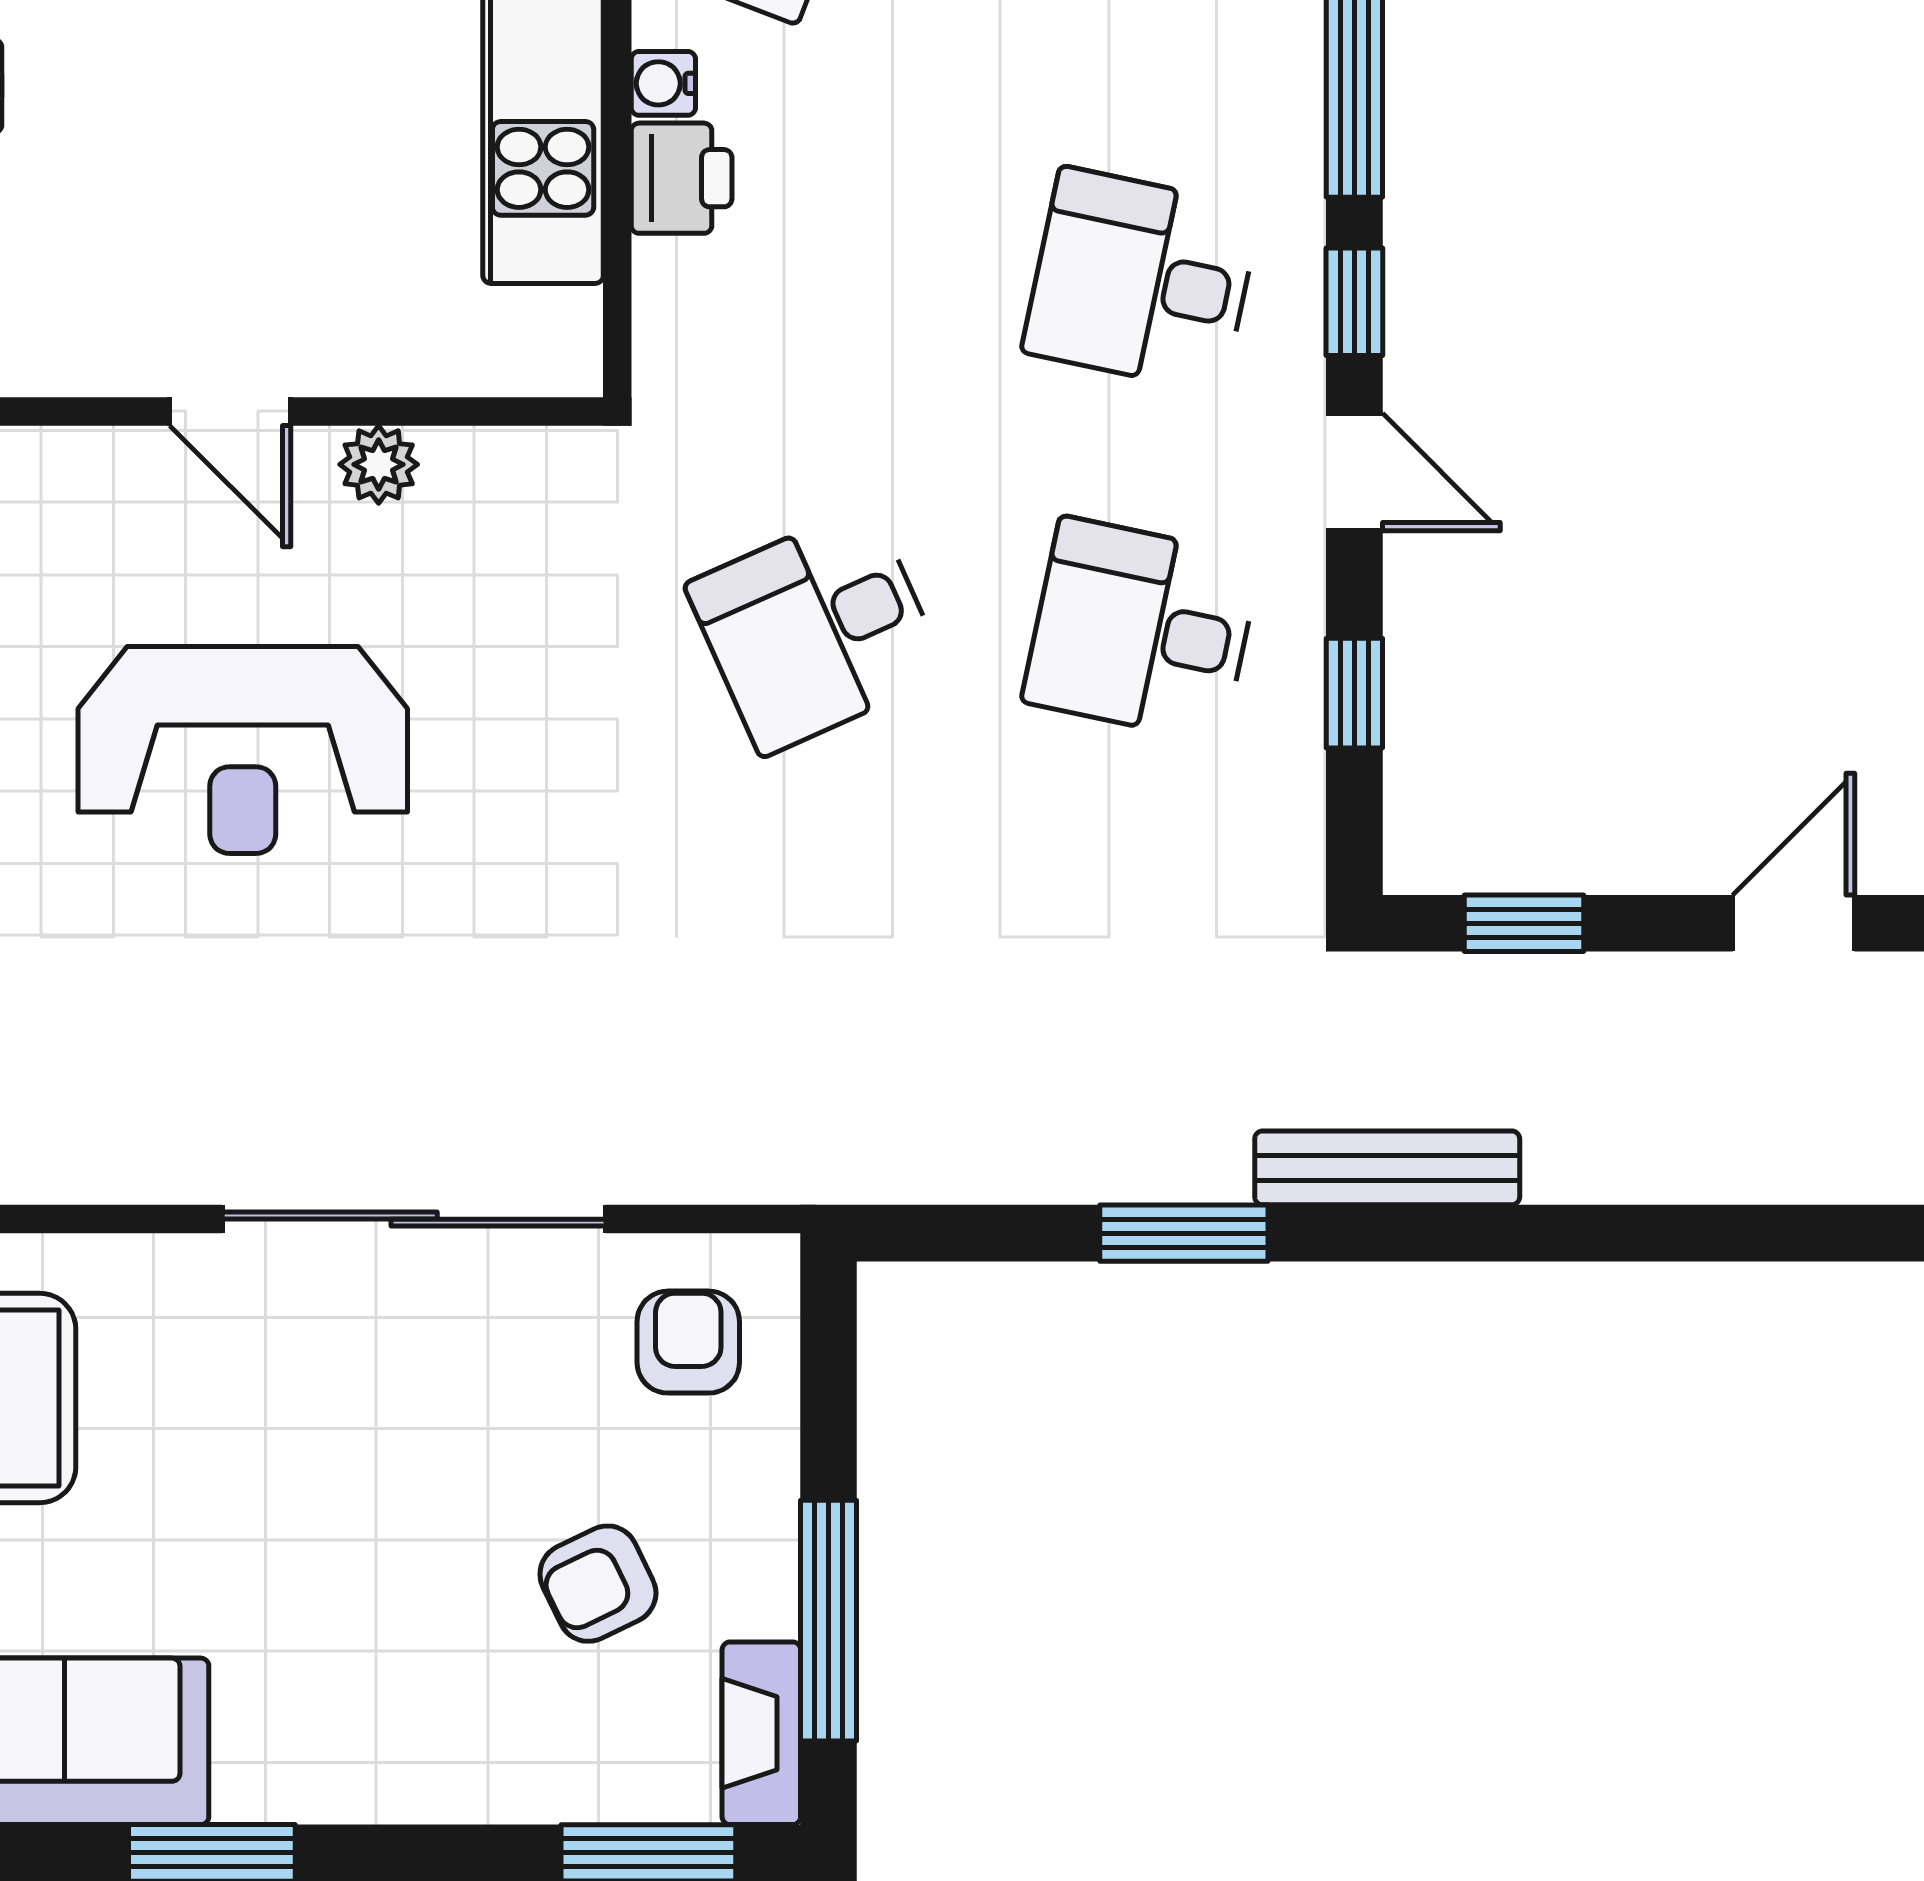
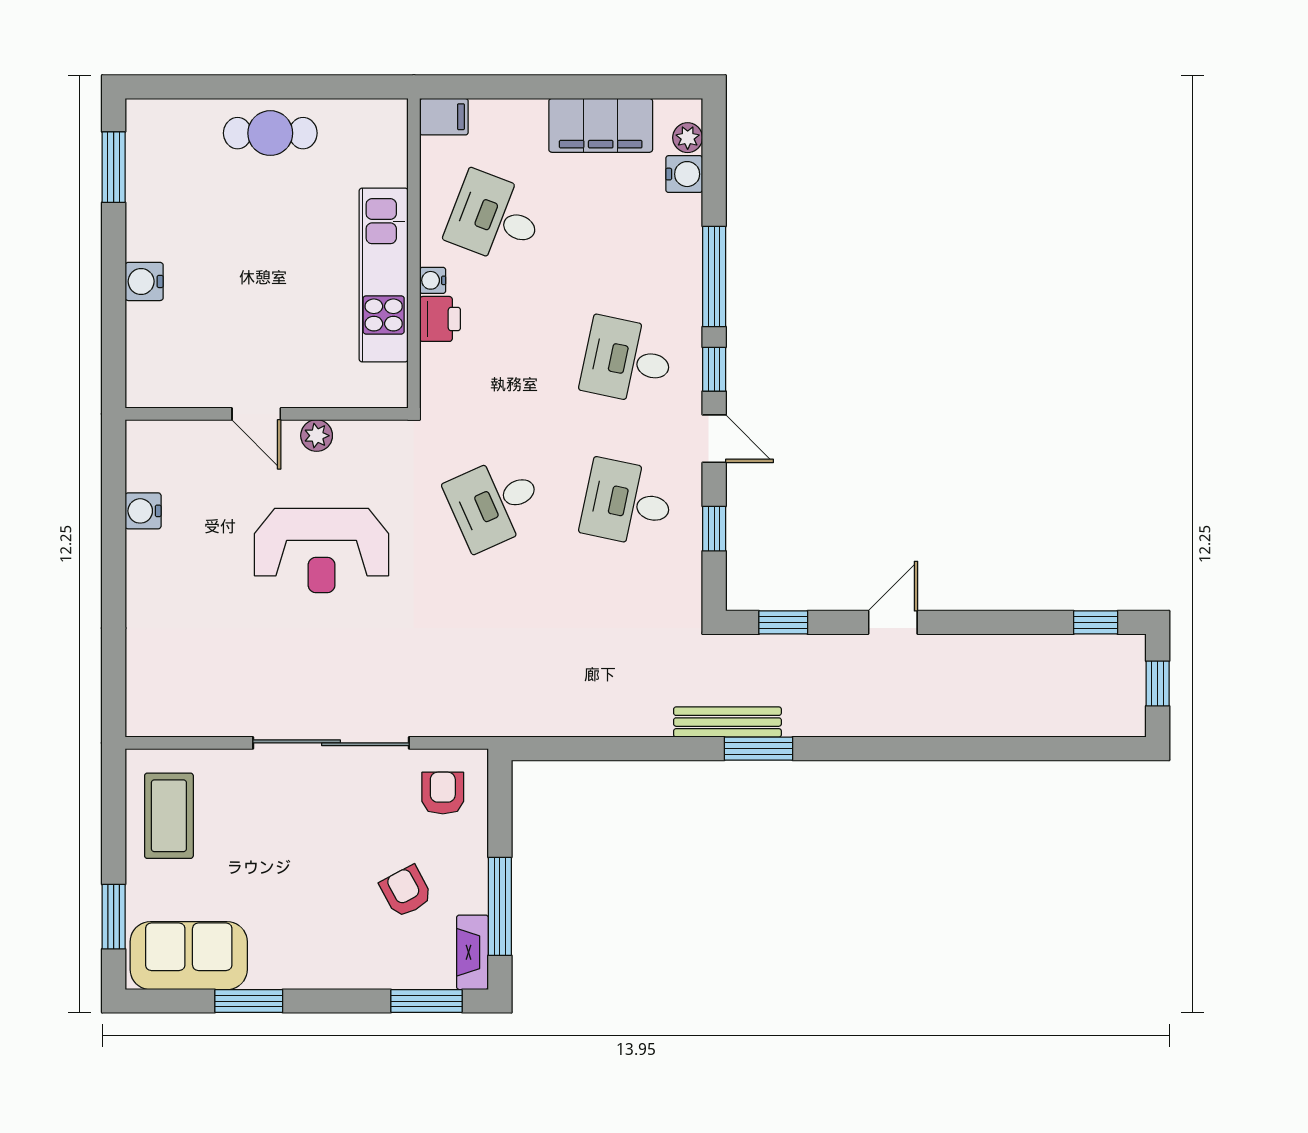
reception desk: (243, 750) -> (322, 551), moved
window: (1184, 1233) -> (759, 749), moved
armchair: (598, 1584) -> (406, 891), turned 88

